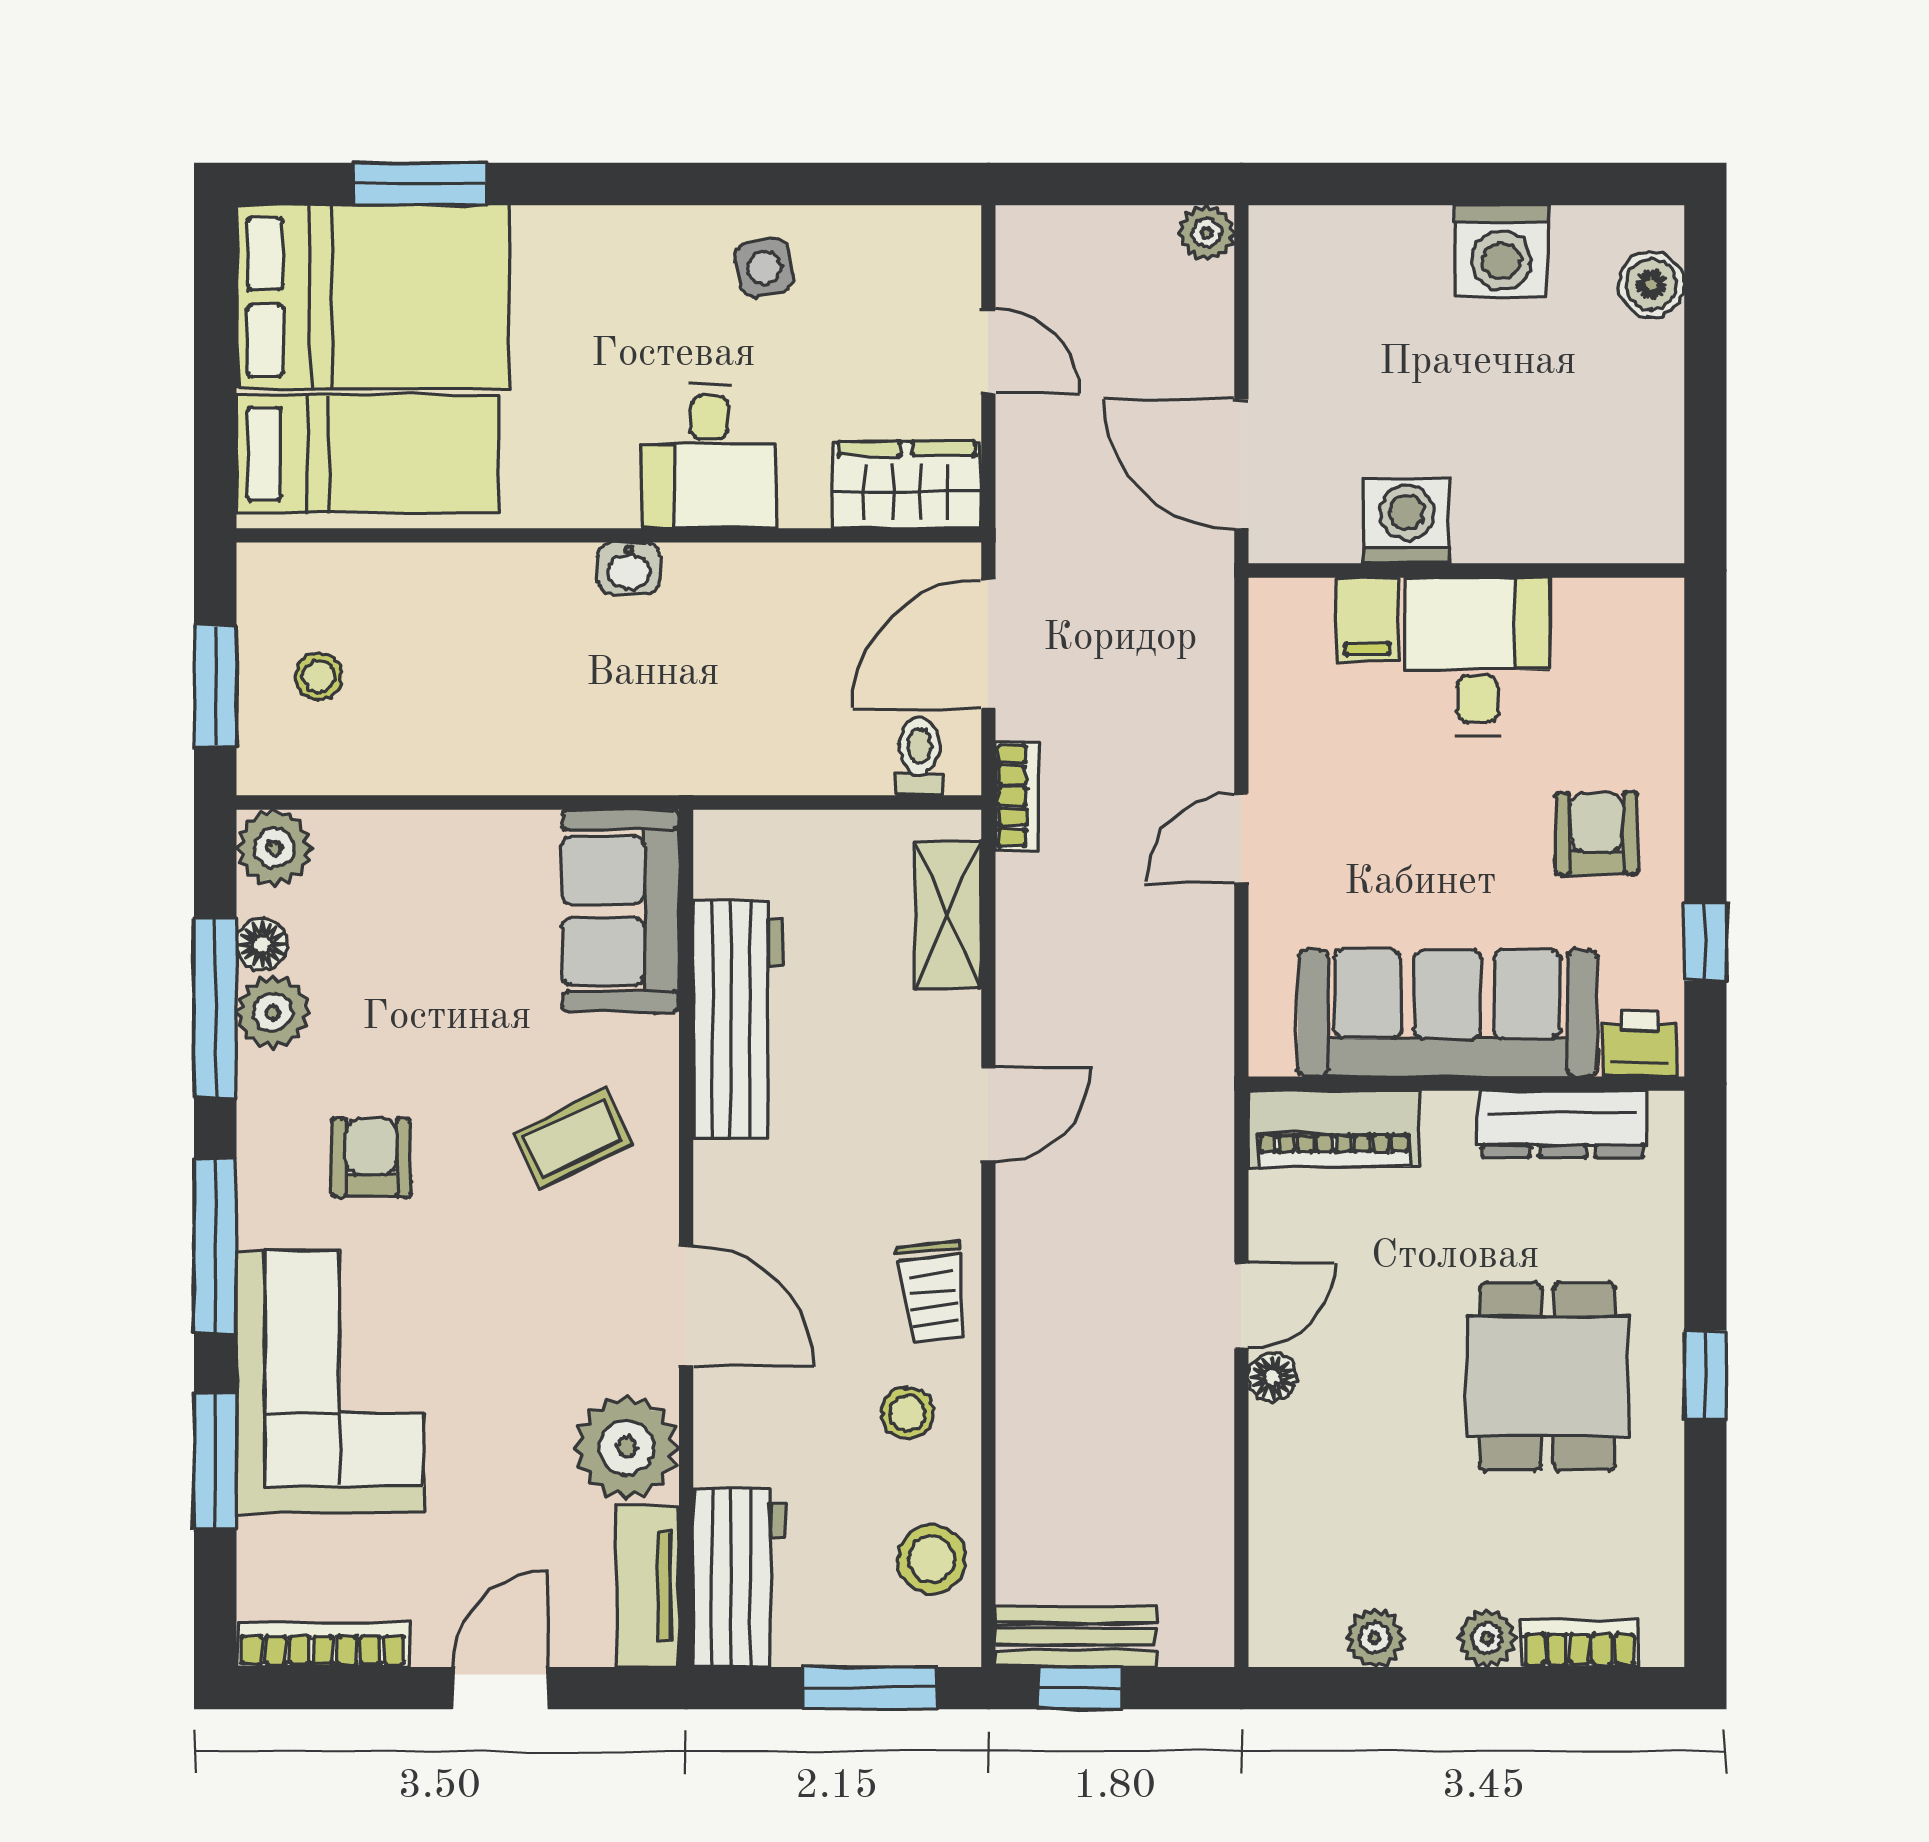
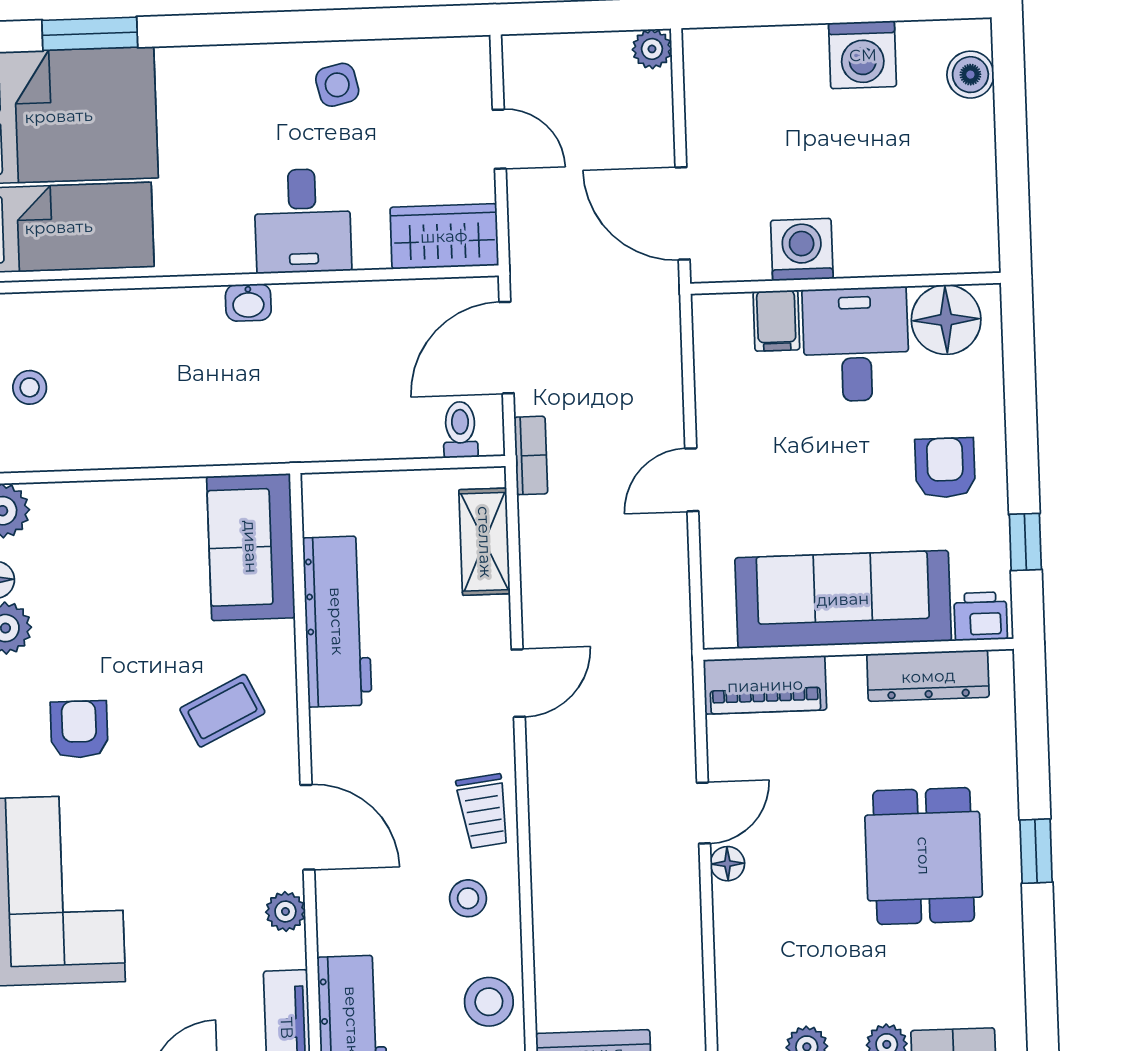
floor lamp: (1605, 626) -> (946, 320), added
plant: (627, 1447) -> (285, 911), width x0.53, depth x0.53

